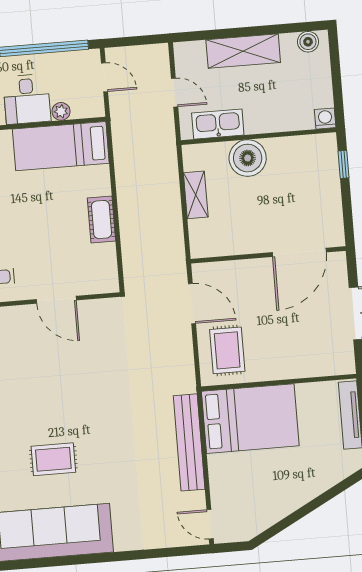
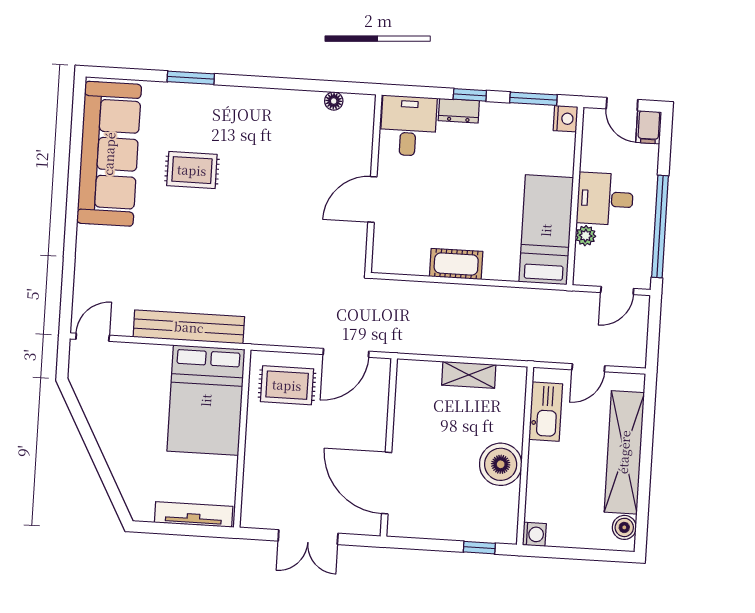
shelving: (243, 51) -> (624, 452), width x1.47
boiler: (248, 158) -> (501, 464), moved
rug: (53, 459) -> (192, 170), turned 90

